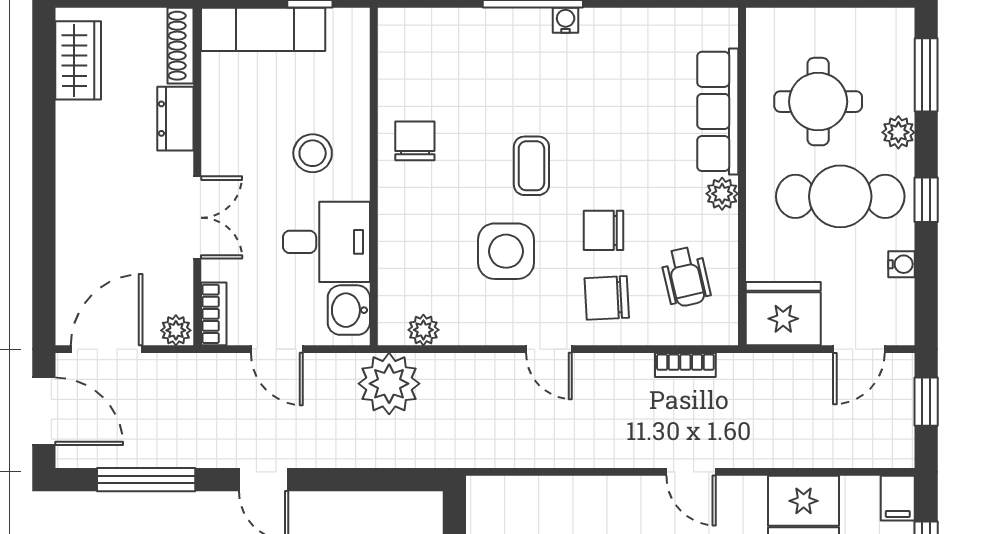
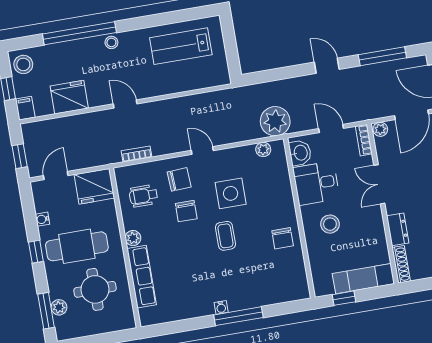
plant: (898, 132) -> (59, 307), moved
chair: (603, 230) -> (186, 211), turned 90
wheelchair: (686, 277) -> (143, 196), turned -77

